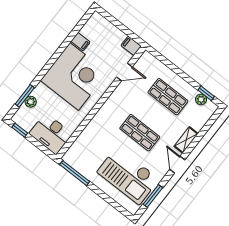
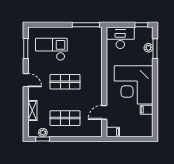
shelving: (186, 140) -> (32, 111), moved
checkout: (128, 175) -> (51, 49), width x0.73, depth x0.83

